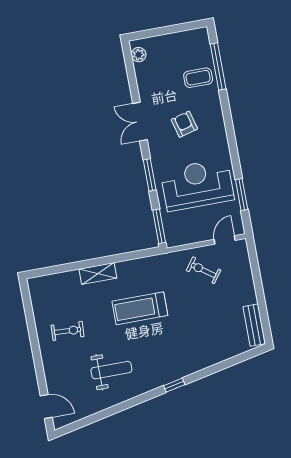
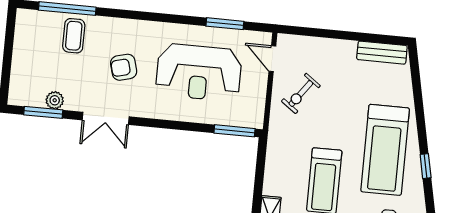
plant: (139, 55) -> (55, 100), moved
window: (150, 175) -> (43, 112), moved
reception desk: (197, 185) -> (199, 72), turned -90
treadmill: (178, 349) -> (385, 150), added

